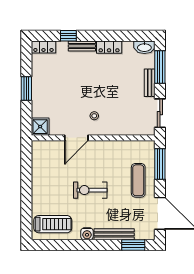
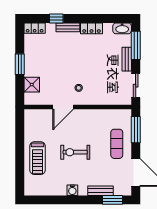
shower: (40, 127) -> (32, 85), moved
treadmill: (53, 224) -> (38, 158), moved, turned 90
bench: (114, 234) -> (101, 191), width x0.73

